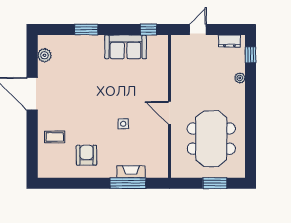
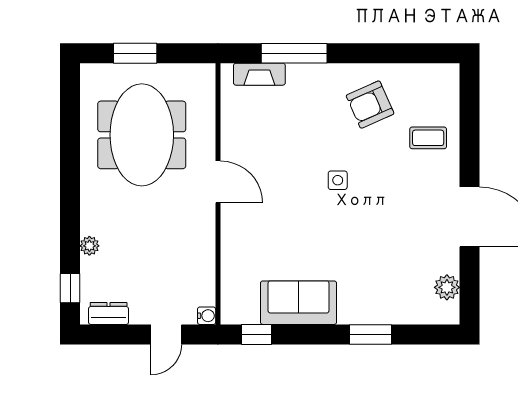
water cooler: (176, 40) -> (207, 316), added
side table: (123, 124) -> (338, 180), moved
armchair: (86, 155) -> (370, 105), turned 66
fireplace: (131, 172) -> (259, 74), moved

